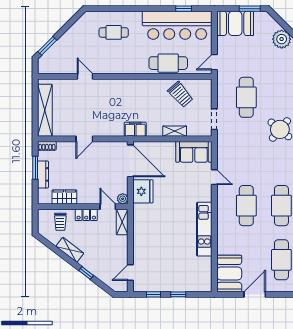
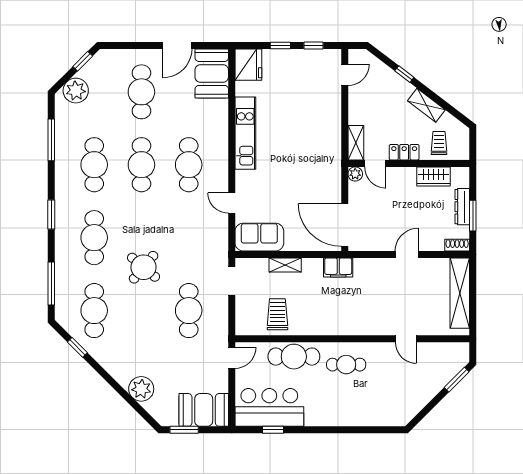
bar counter: (177, 25) -> (269, 407), width x0.73
cafe table: (114, 32) -> (346, 365), moved
trolley: (180, 94) -> (277, 314), turned 41
fridge: (143, 191) -> (248, 65), moved, turned 180

